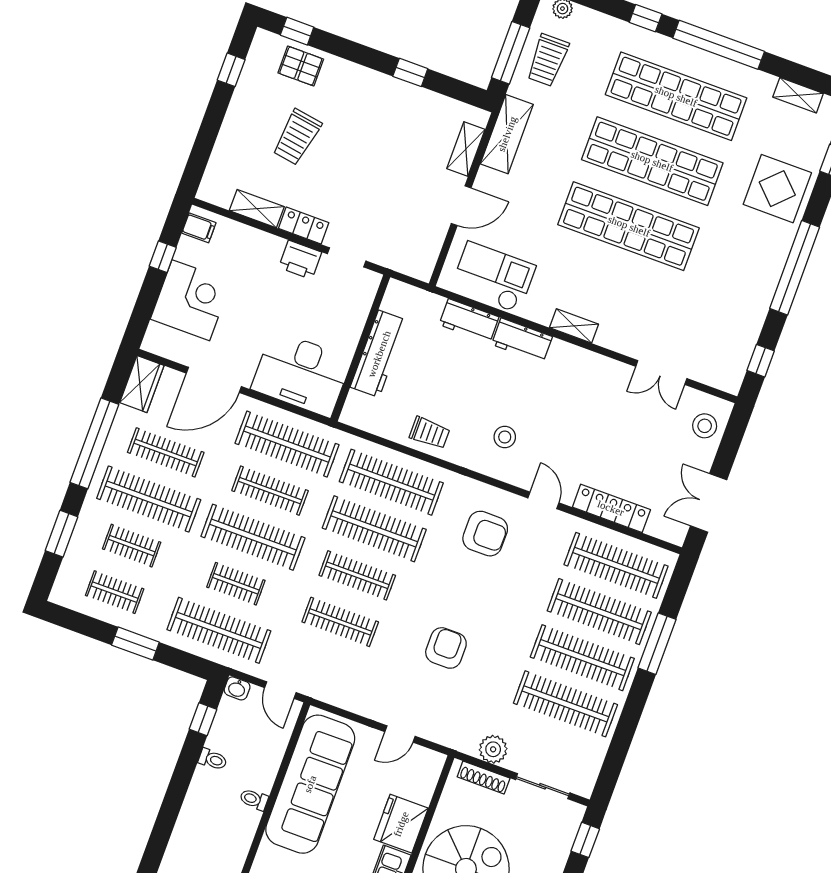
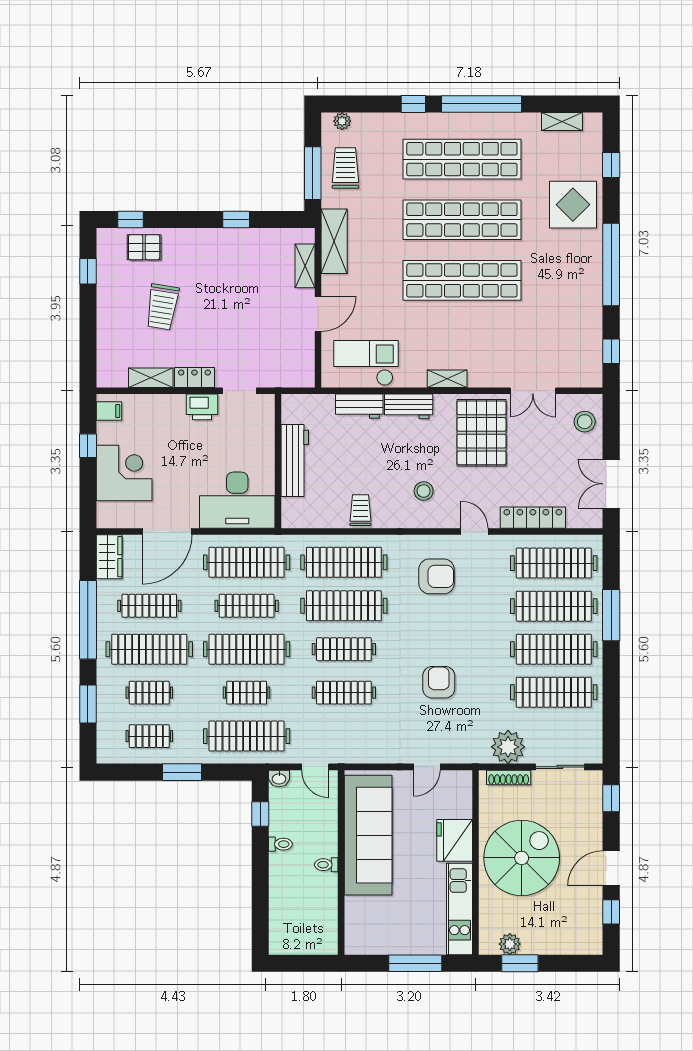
trolley: (548, 60) -> (345, 168), turned 180
pallet: (590, 397) -> (481, 433), added
trolley: (430, 433) -> (360, 510), turned -90
plant: (493, 749) -> (508, 747), width x1.36, depth x1.36

